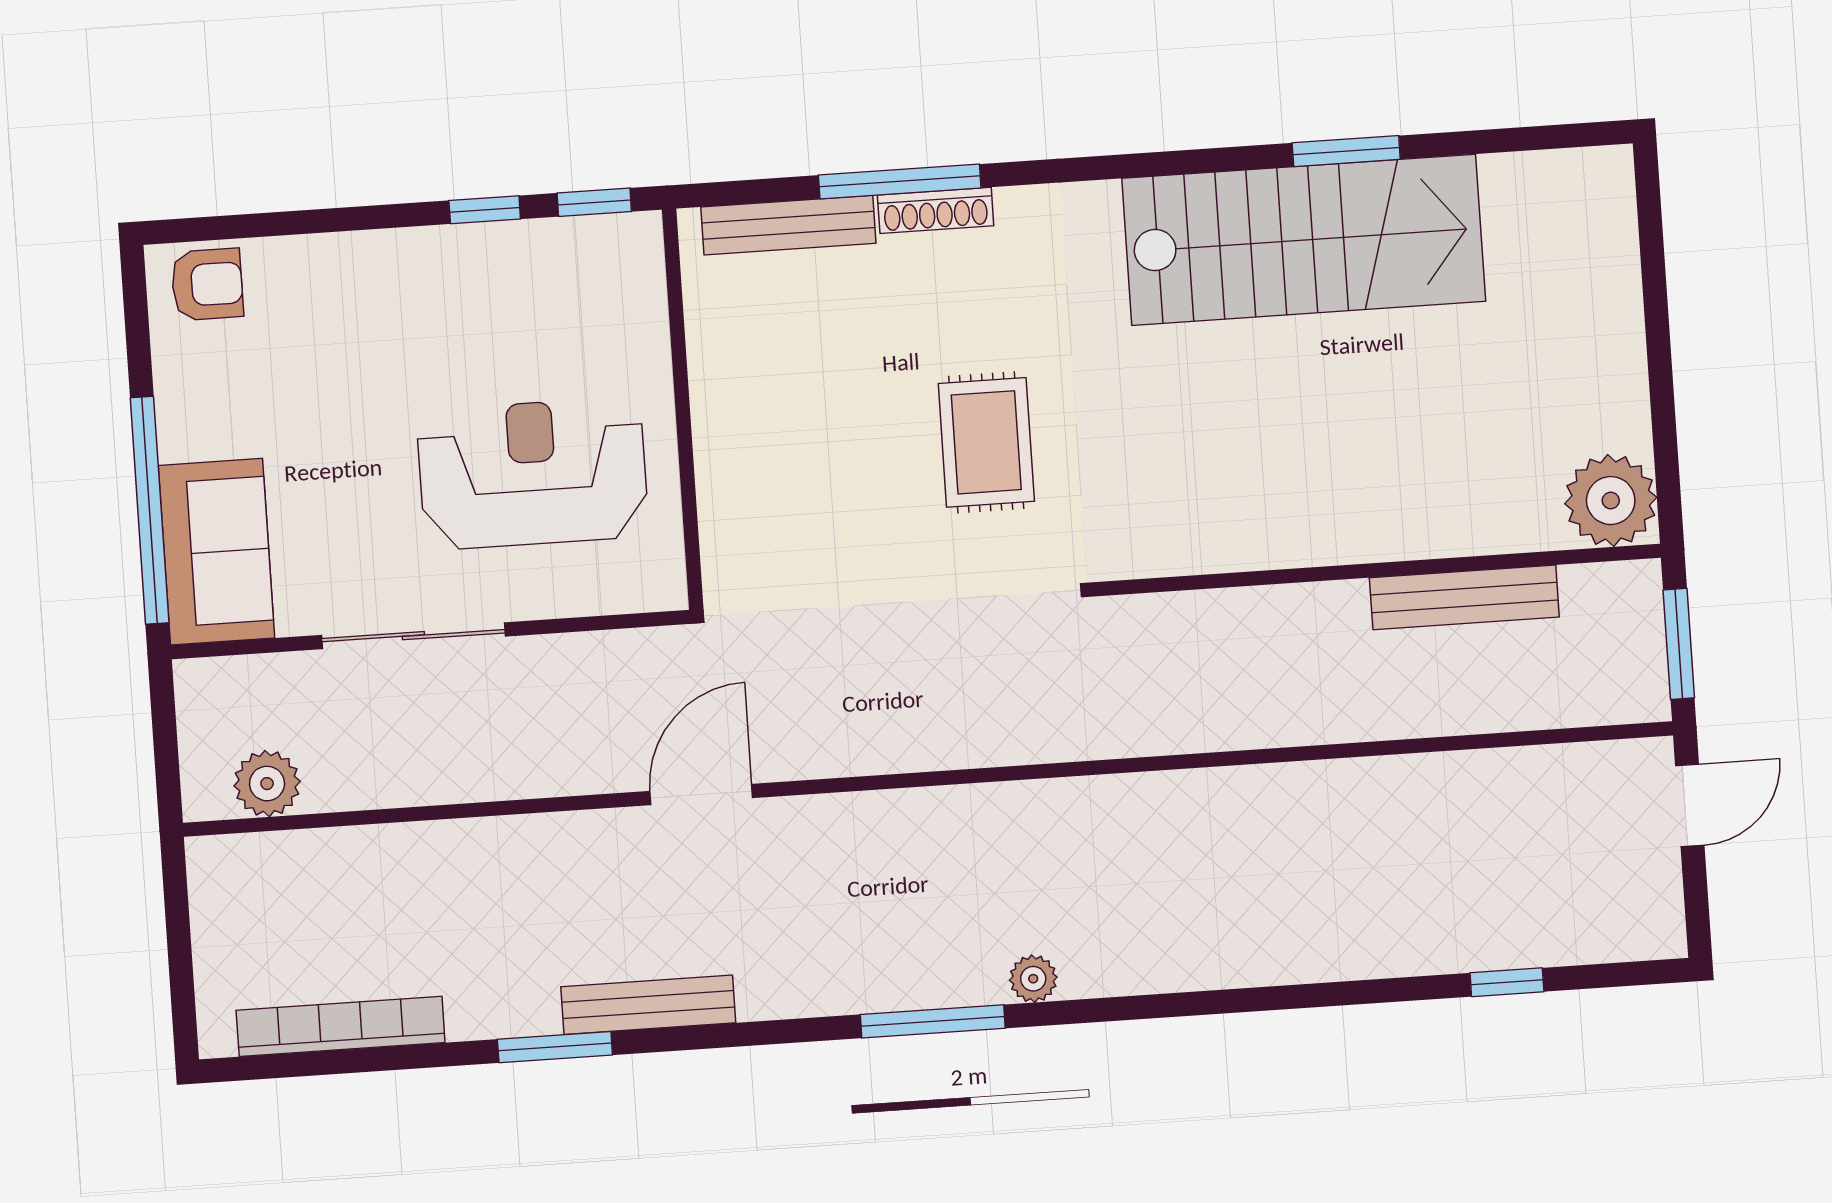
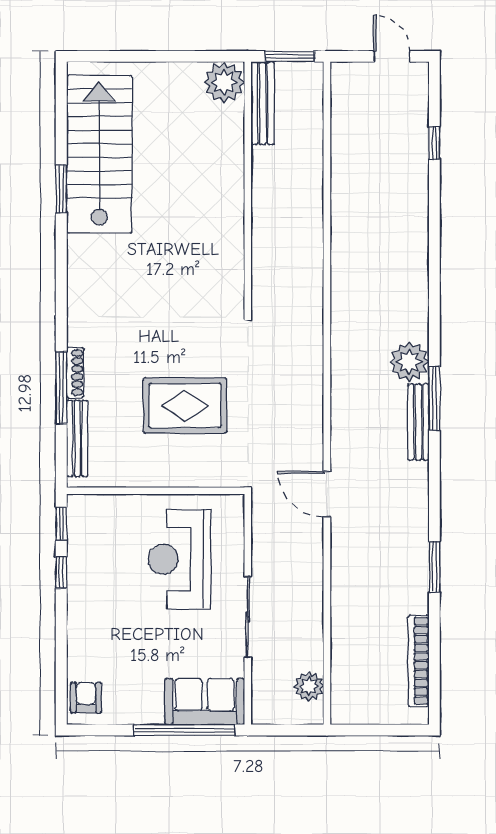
stairs: (1304, 240) -> (99, 154), moved
rug: (986, 442) -> (185, 406), moved, width x1.36, depth x1.43
bench: (1464, 597) -> (263, 103), moved
door: (1690, 805) -> (392, 56), moved
plant: (1033, 979) -> (409, 362), width x1.87, depth x1.87
bench: (648, 1005) -> (418, 422), moved

